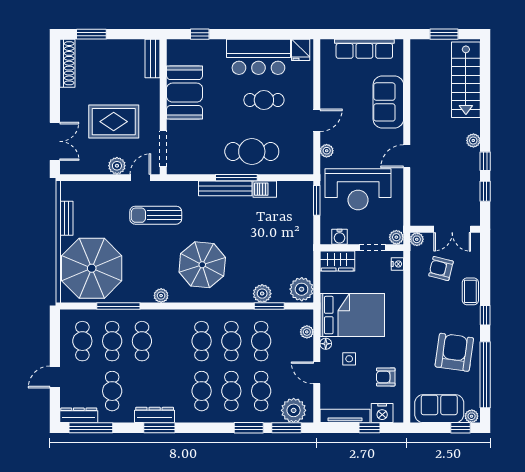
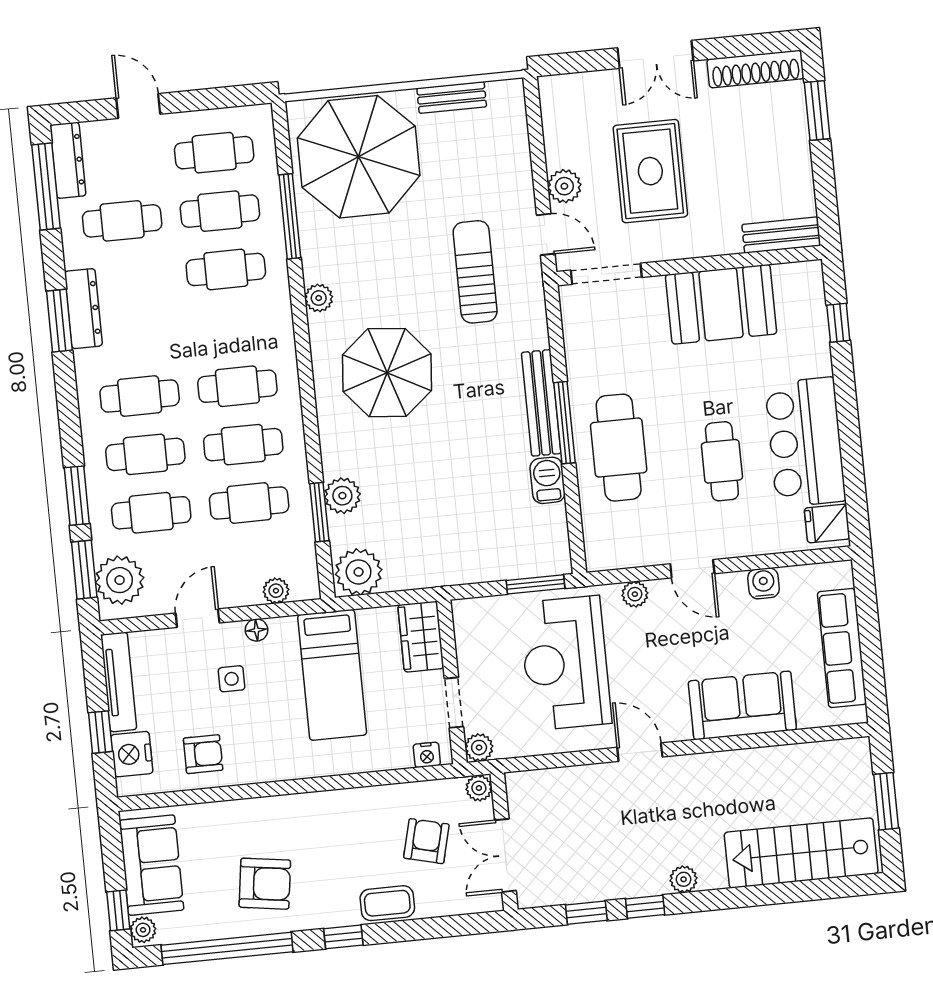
double door: (55, 141) -> (655, 54), moved
water cooler: (340, 237) -> (764, 583), moved, turned 90
bed: (352, 315) -> (332, 675), width x0.67
armchair: (454, 352) -> (265, 884), width x0.73, depth x0.73
armchair: (386, 377) -> (203, 754), turned 90

